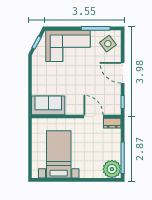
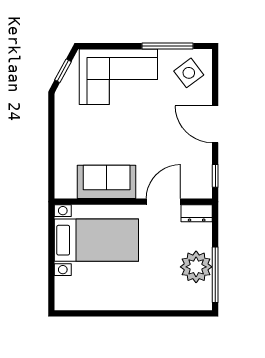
sofa: (48, 105) -> (107, 182), moved
door: (93, 117) -> (163, 202), hinge flipped
bed with nightstands: (59, 154) -> (96, 240), moved, turned 90
plant: (112, 169) -> (196, 267), moved

